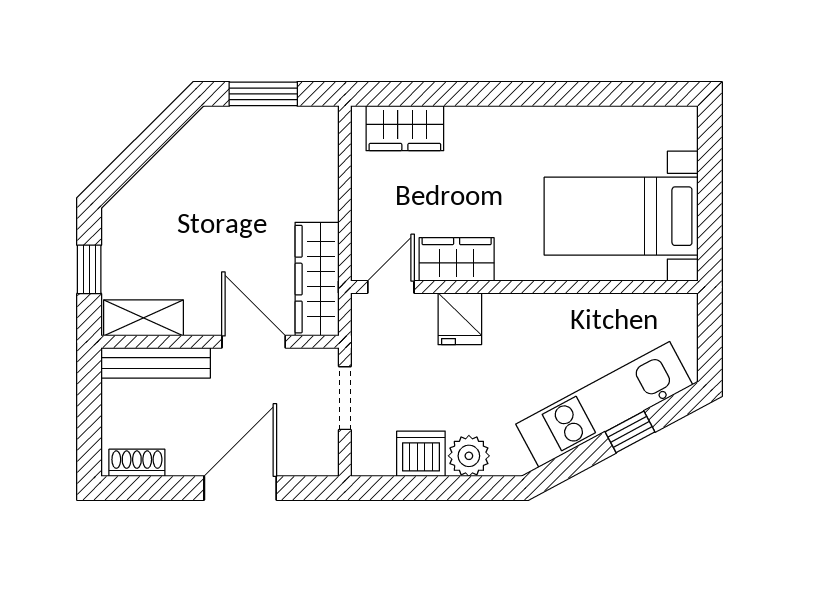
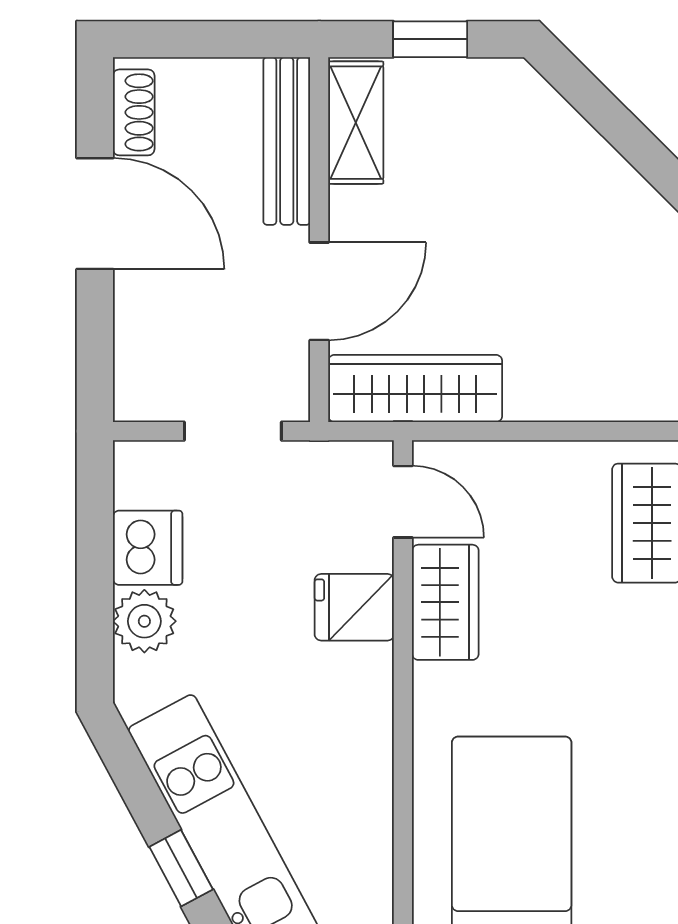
door: (240, 488) -> (95, 214), moved

